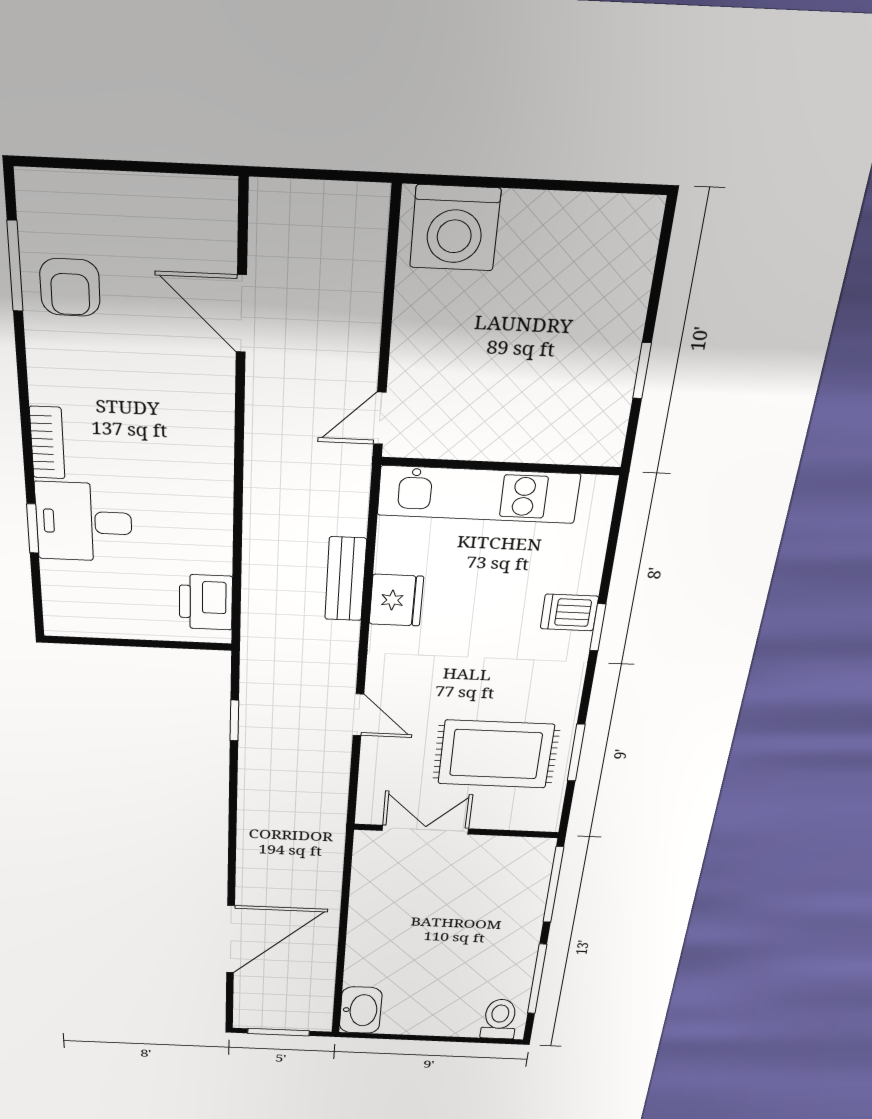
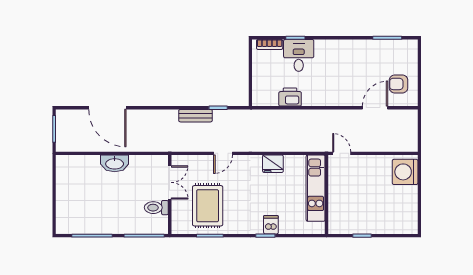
armchair: (70, 287) -> (399, 84), moved
bookcase: (47, 443) -> (270, 44), moved
bench: (345, 579) -> (195, 116), moved
printer: (206, 602) -> (290, 97), moved
washbasin: (361, 1010) -> (115, 163), moved
toilet: (499, 1019) -> (156, 208), moved, turned 180

